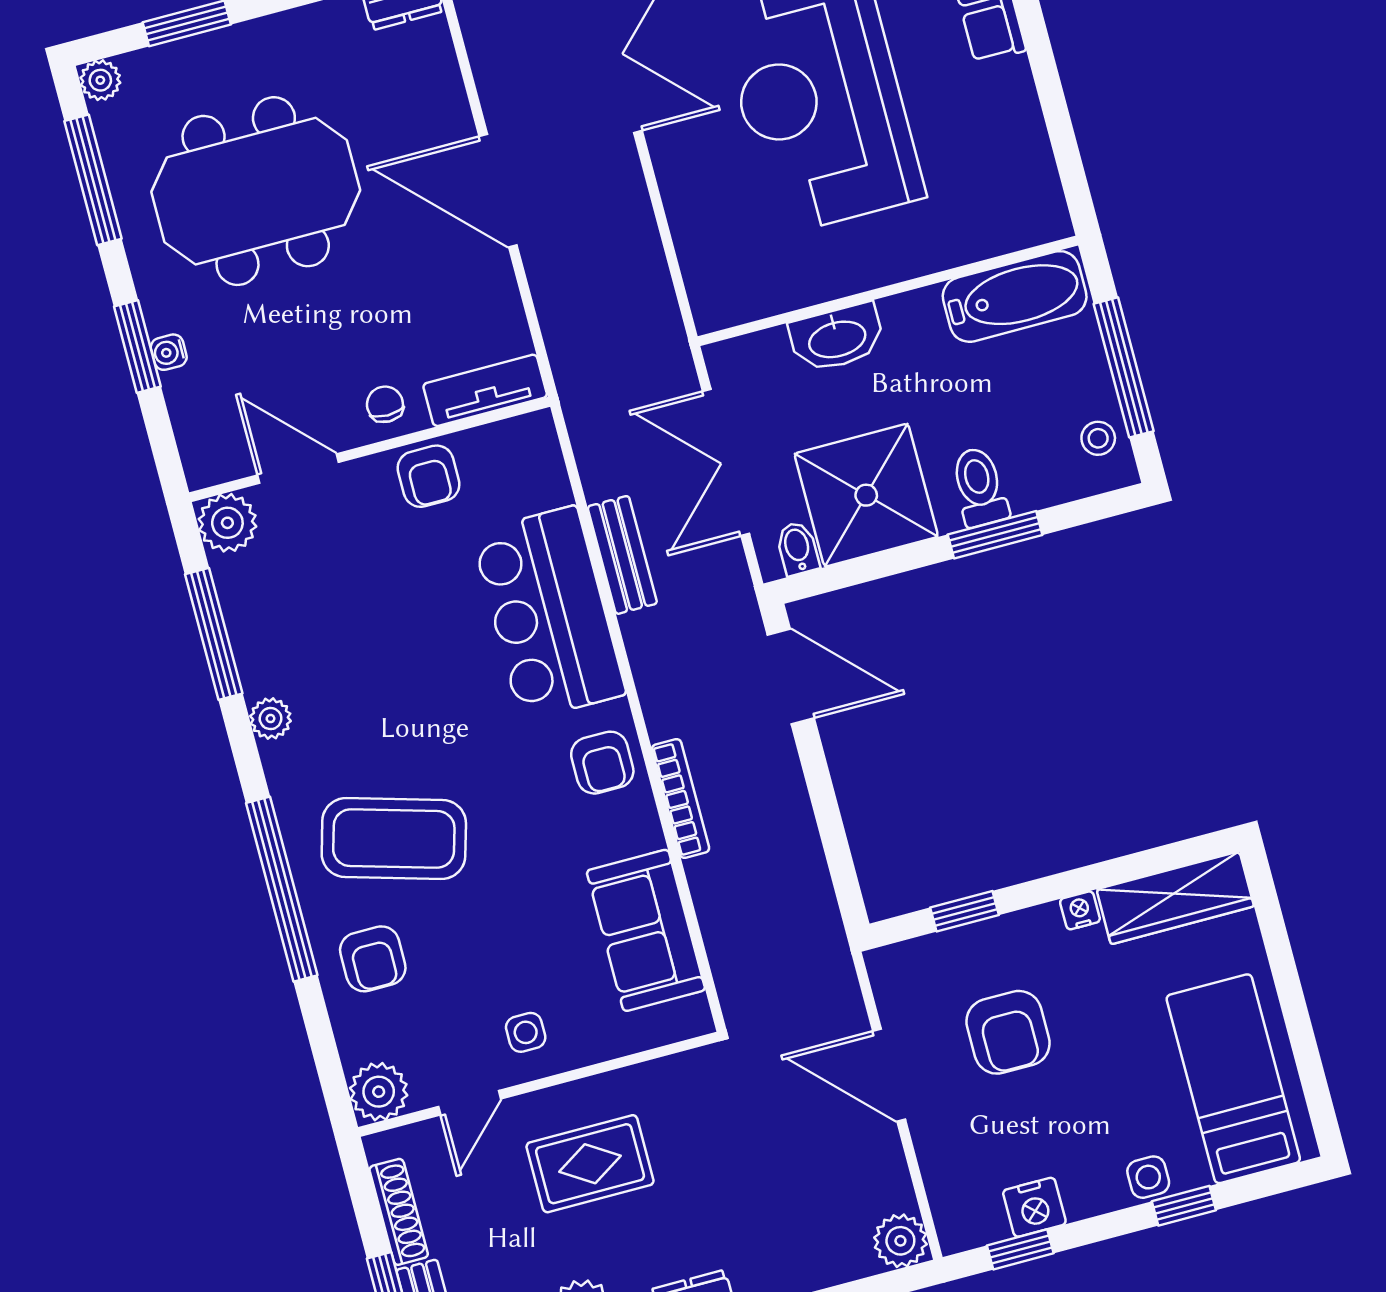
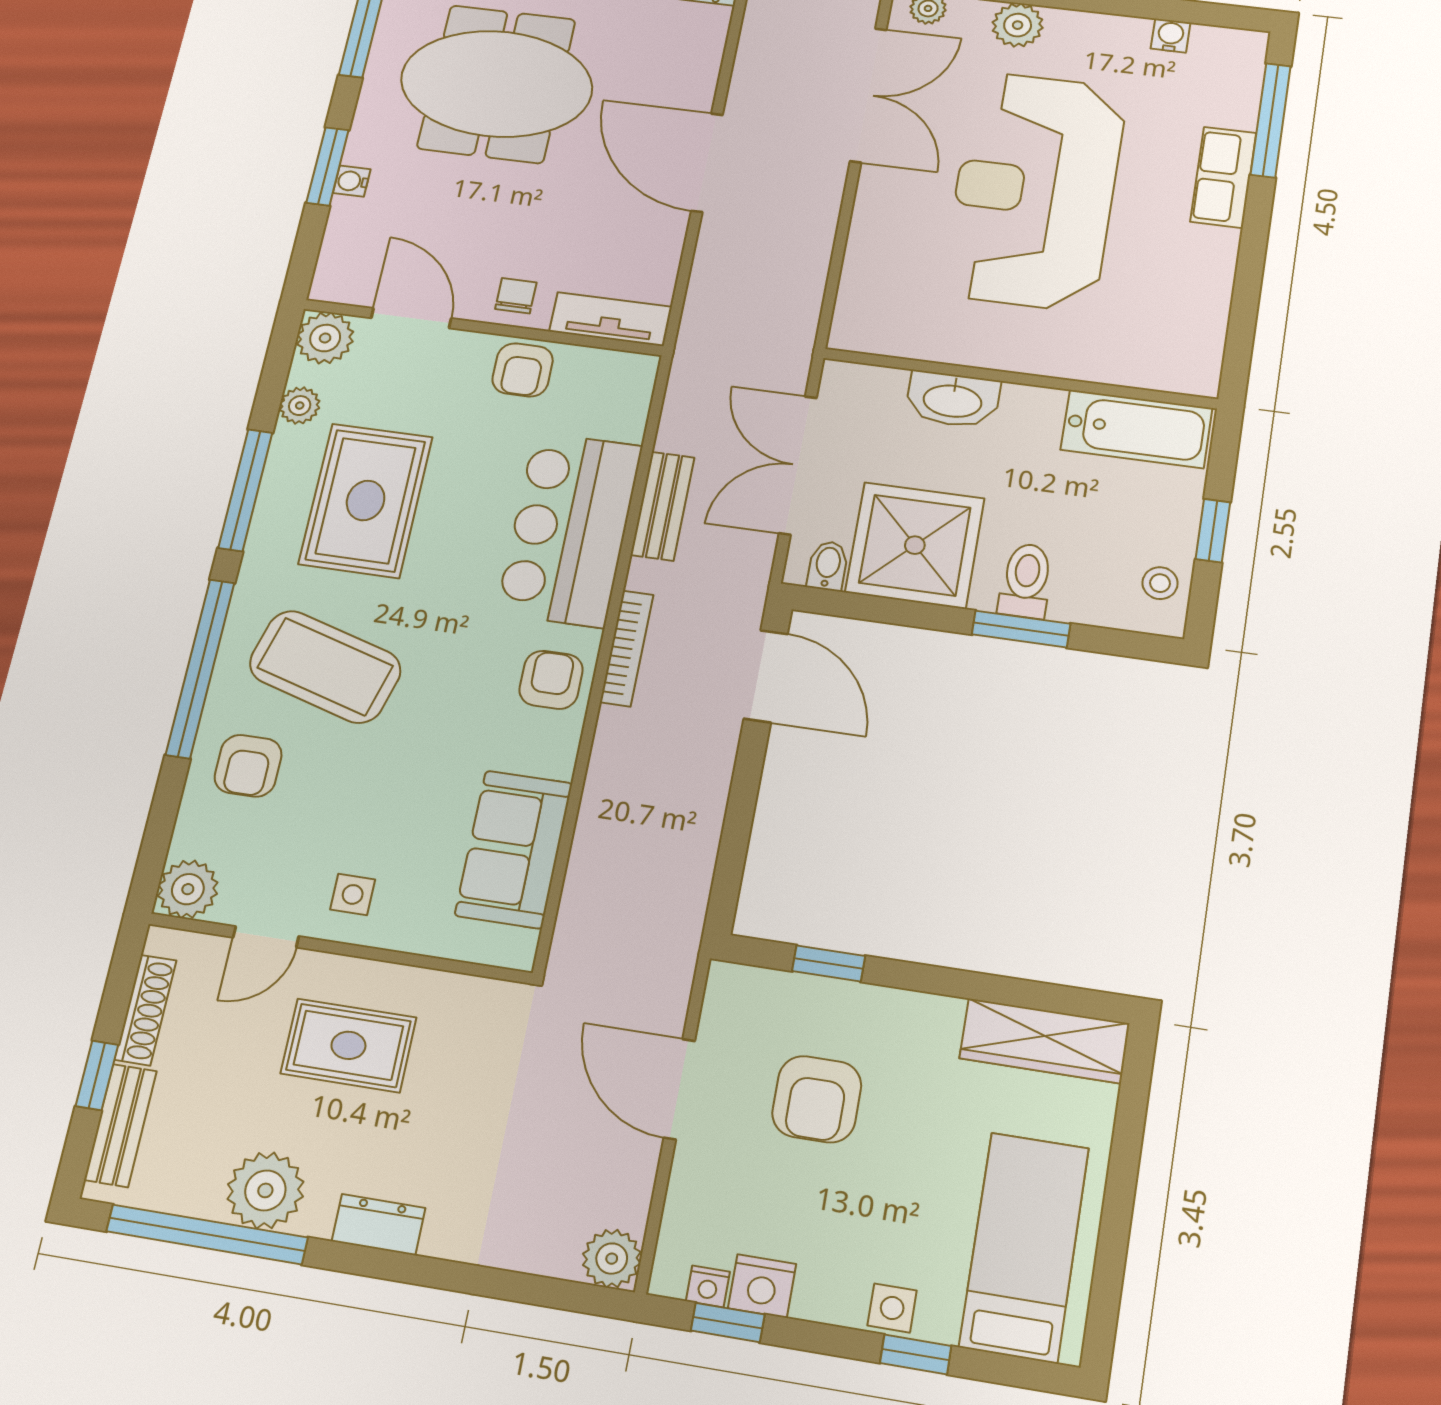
window: (1124, 367) -> (1213, 531), width x0.46
window: (214, 634) -> (245, 490), moved
rug: (349, 666) -> (366, 500), added
plant: (271, 719) -> (300, 406), moved
armchair: (602, 763) -> (551, 680), turned 180
bookcase: (681, 799) -> (627, 648), moved
nightstand: (1080, 910) -> (708, 1286), moved, turned 180

